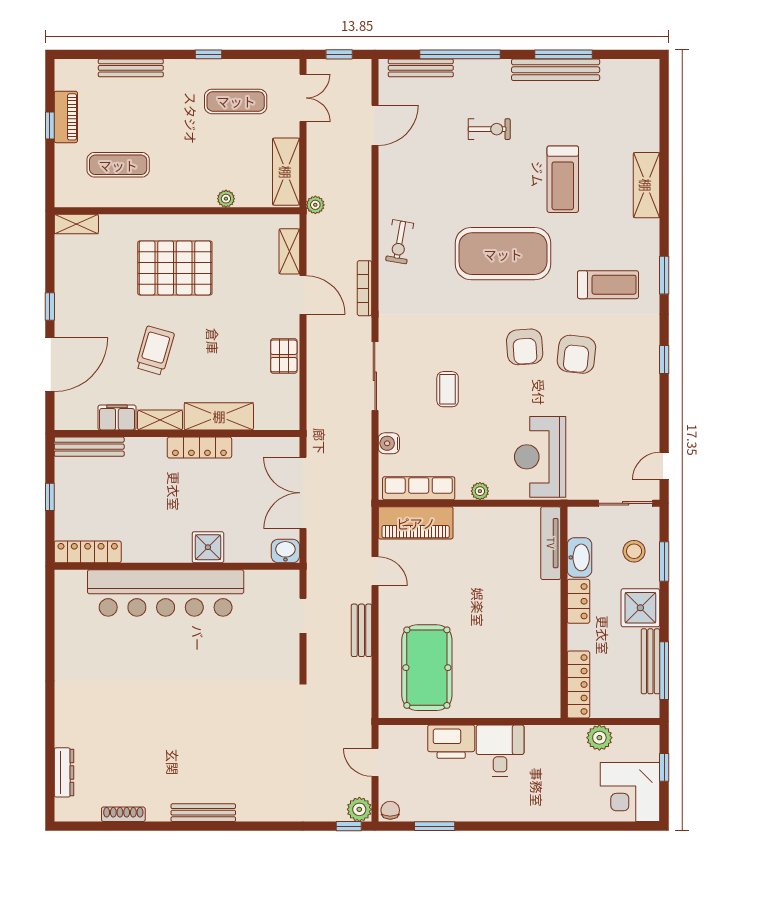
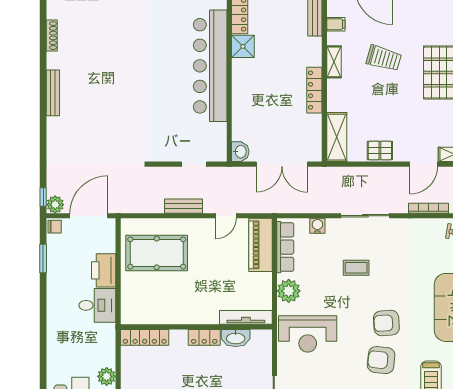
shelving: (219, 416) -> (337, 137), moved
filing cabinet: (117, 418) -> (336, 24), width x0.50
reception desk: (540, 457) -> (308, 334), turned 180
plant: (480, 491) -> (289, 291), width x1.88, depth x1.88
double door: (303, 493) -> (282, 164), swing flipped
tv unit: (551, 543) -> (246, 317), moved
shower: (208, 547) -> (243, 46), moved
washbasin: (579, 557) -> (236, 338), moved
locker: (578, 601) -> (204, 337), moved
wall: (564, 612) -> (196, 327), moved
locker: (578, 684) -> (145, 337), moved
door: (375, 762) -> (89, 216), width x1.88

